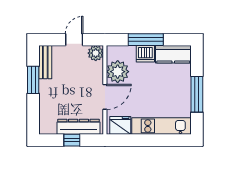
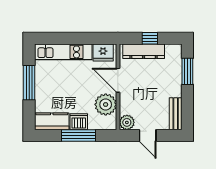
door: (74, 40) -> (148, 136), hinge flipped
window: (33, 80) -> (187, 71), moved
door: (105, 97) -> (118, 80), hinge flipped

